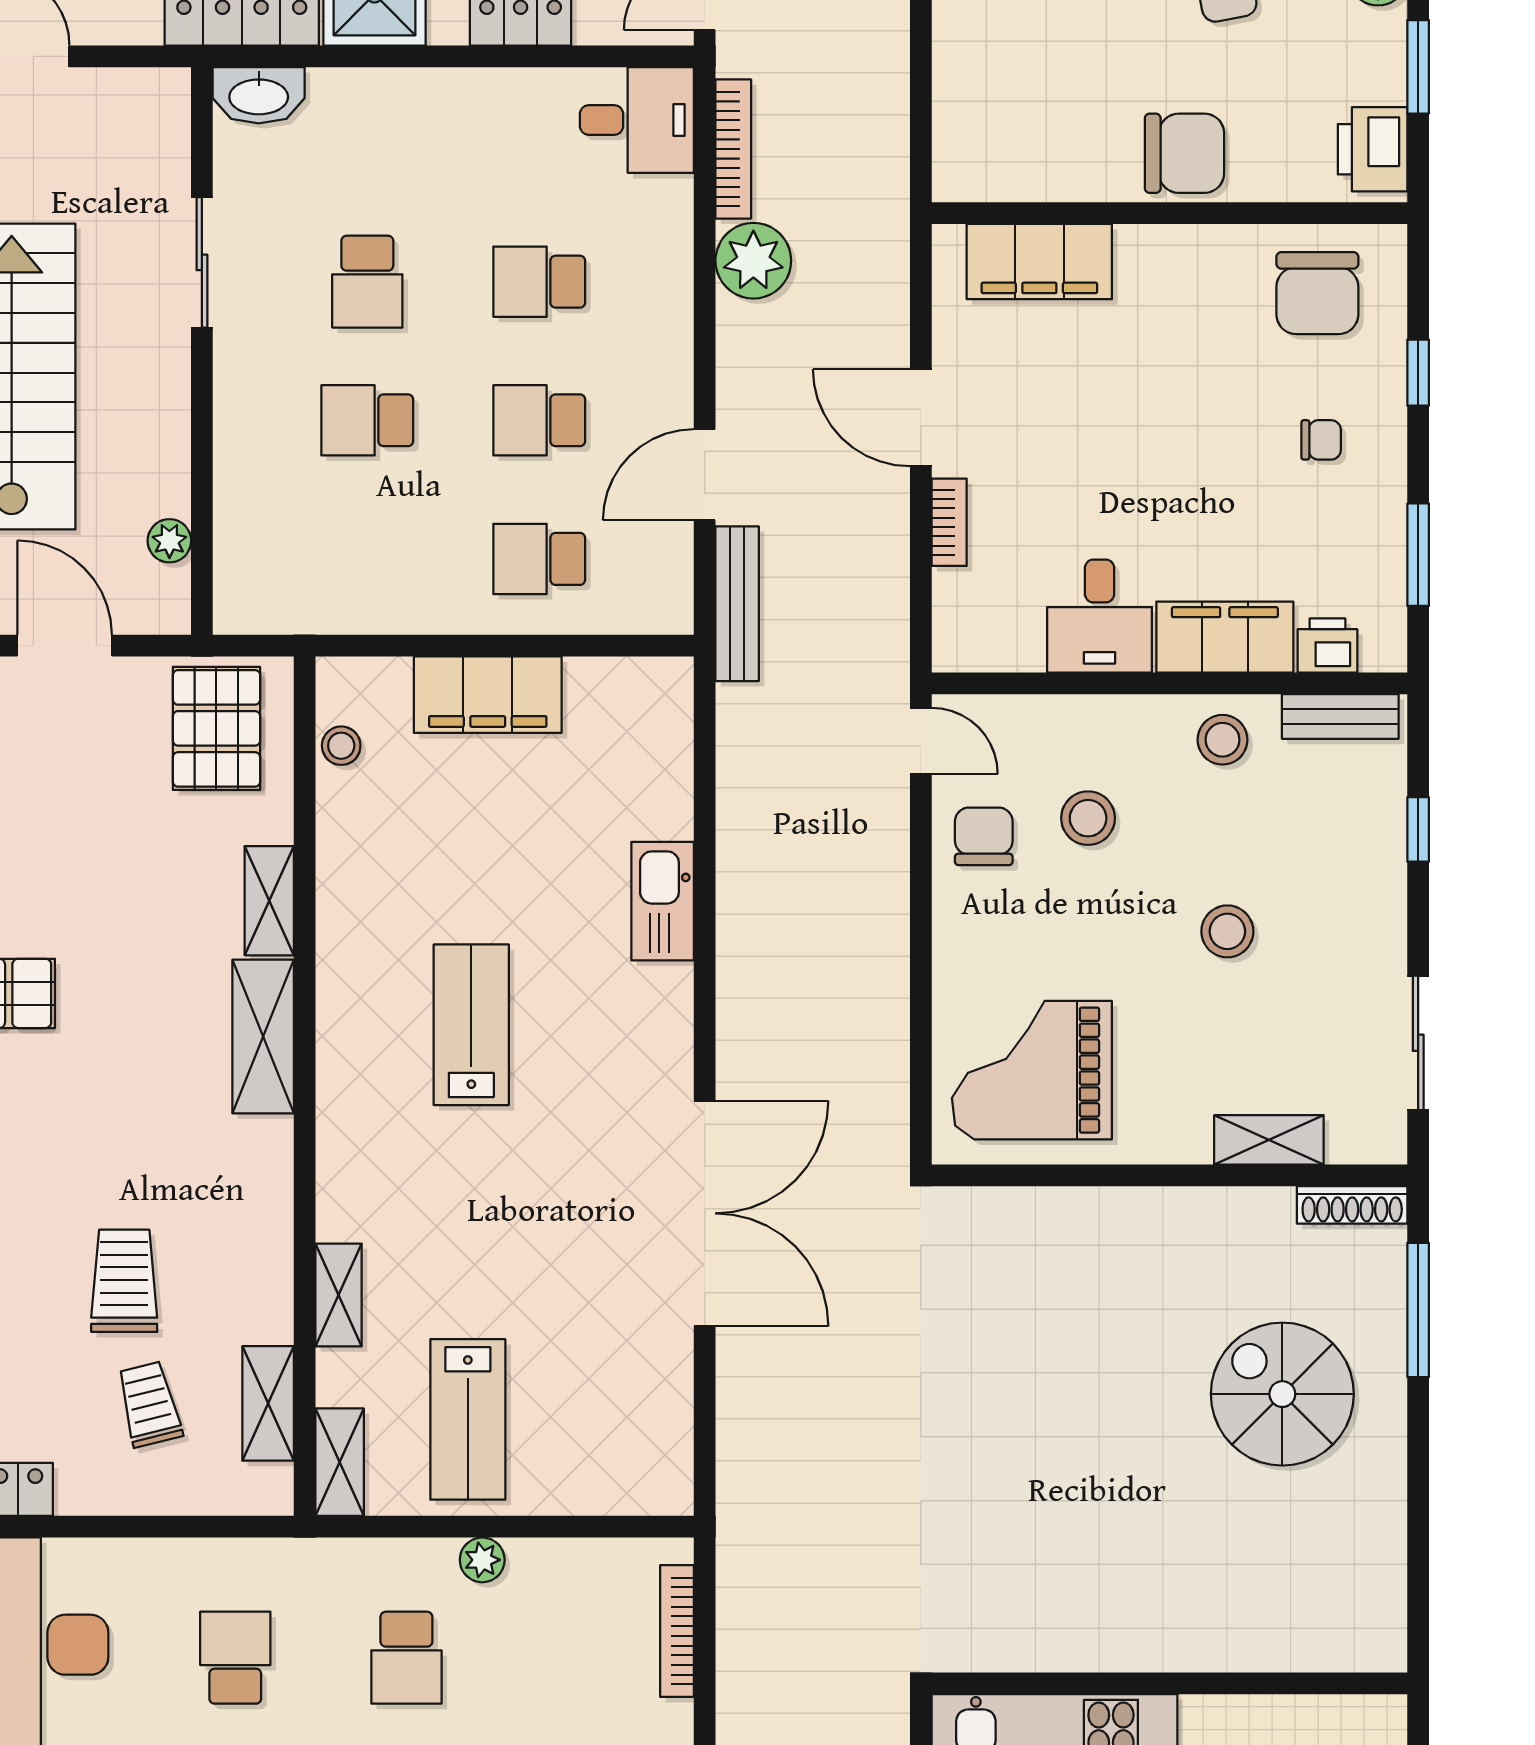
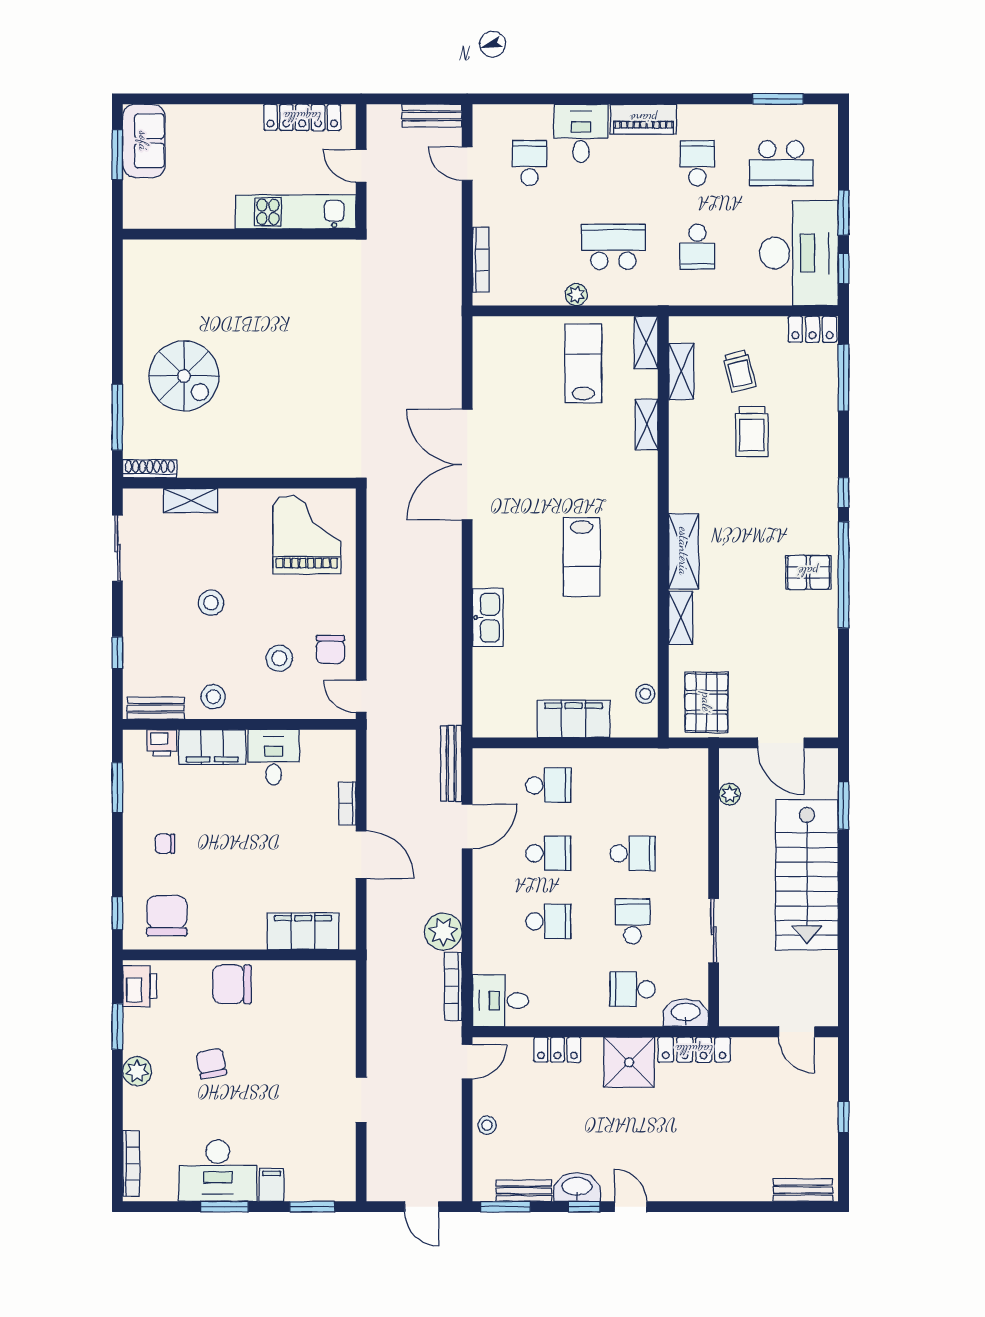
school desk: (367, 143) -> (633, 989), added
window: (1418, 373) -> (117, 913), moved
grand piano: (1032, 1070) -> (307, 535), turned -90
school desk: (406, 1658) -> (613, 247), width x1.85

